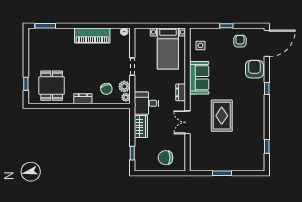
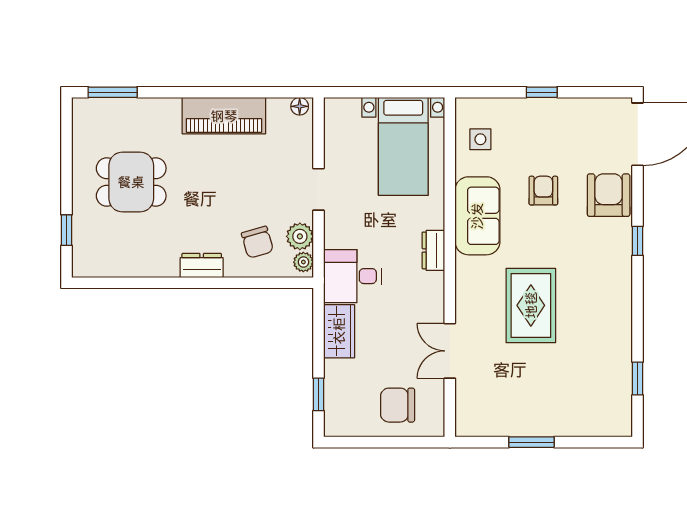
armchair: (240, 41) -> (543, 191), moved
dining table: (52, 86) -> (131, 182), moved, turned 90
double door: (188, 122) -> (450, 351), moved

